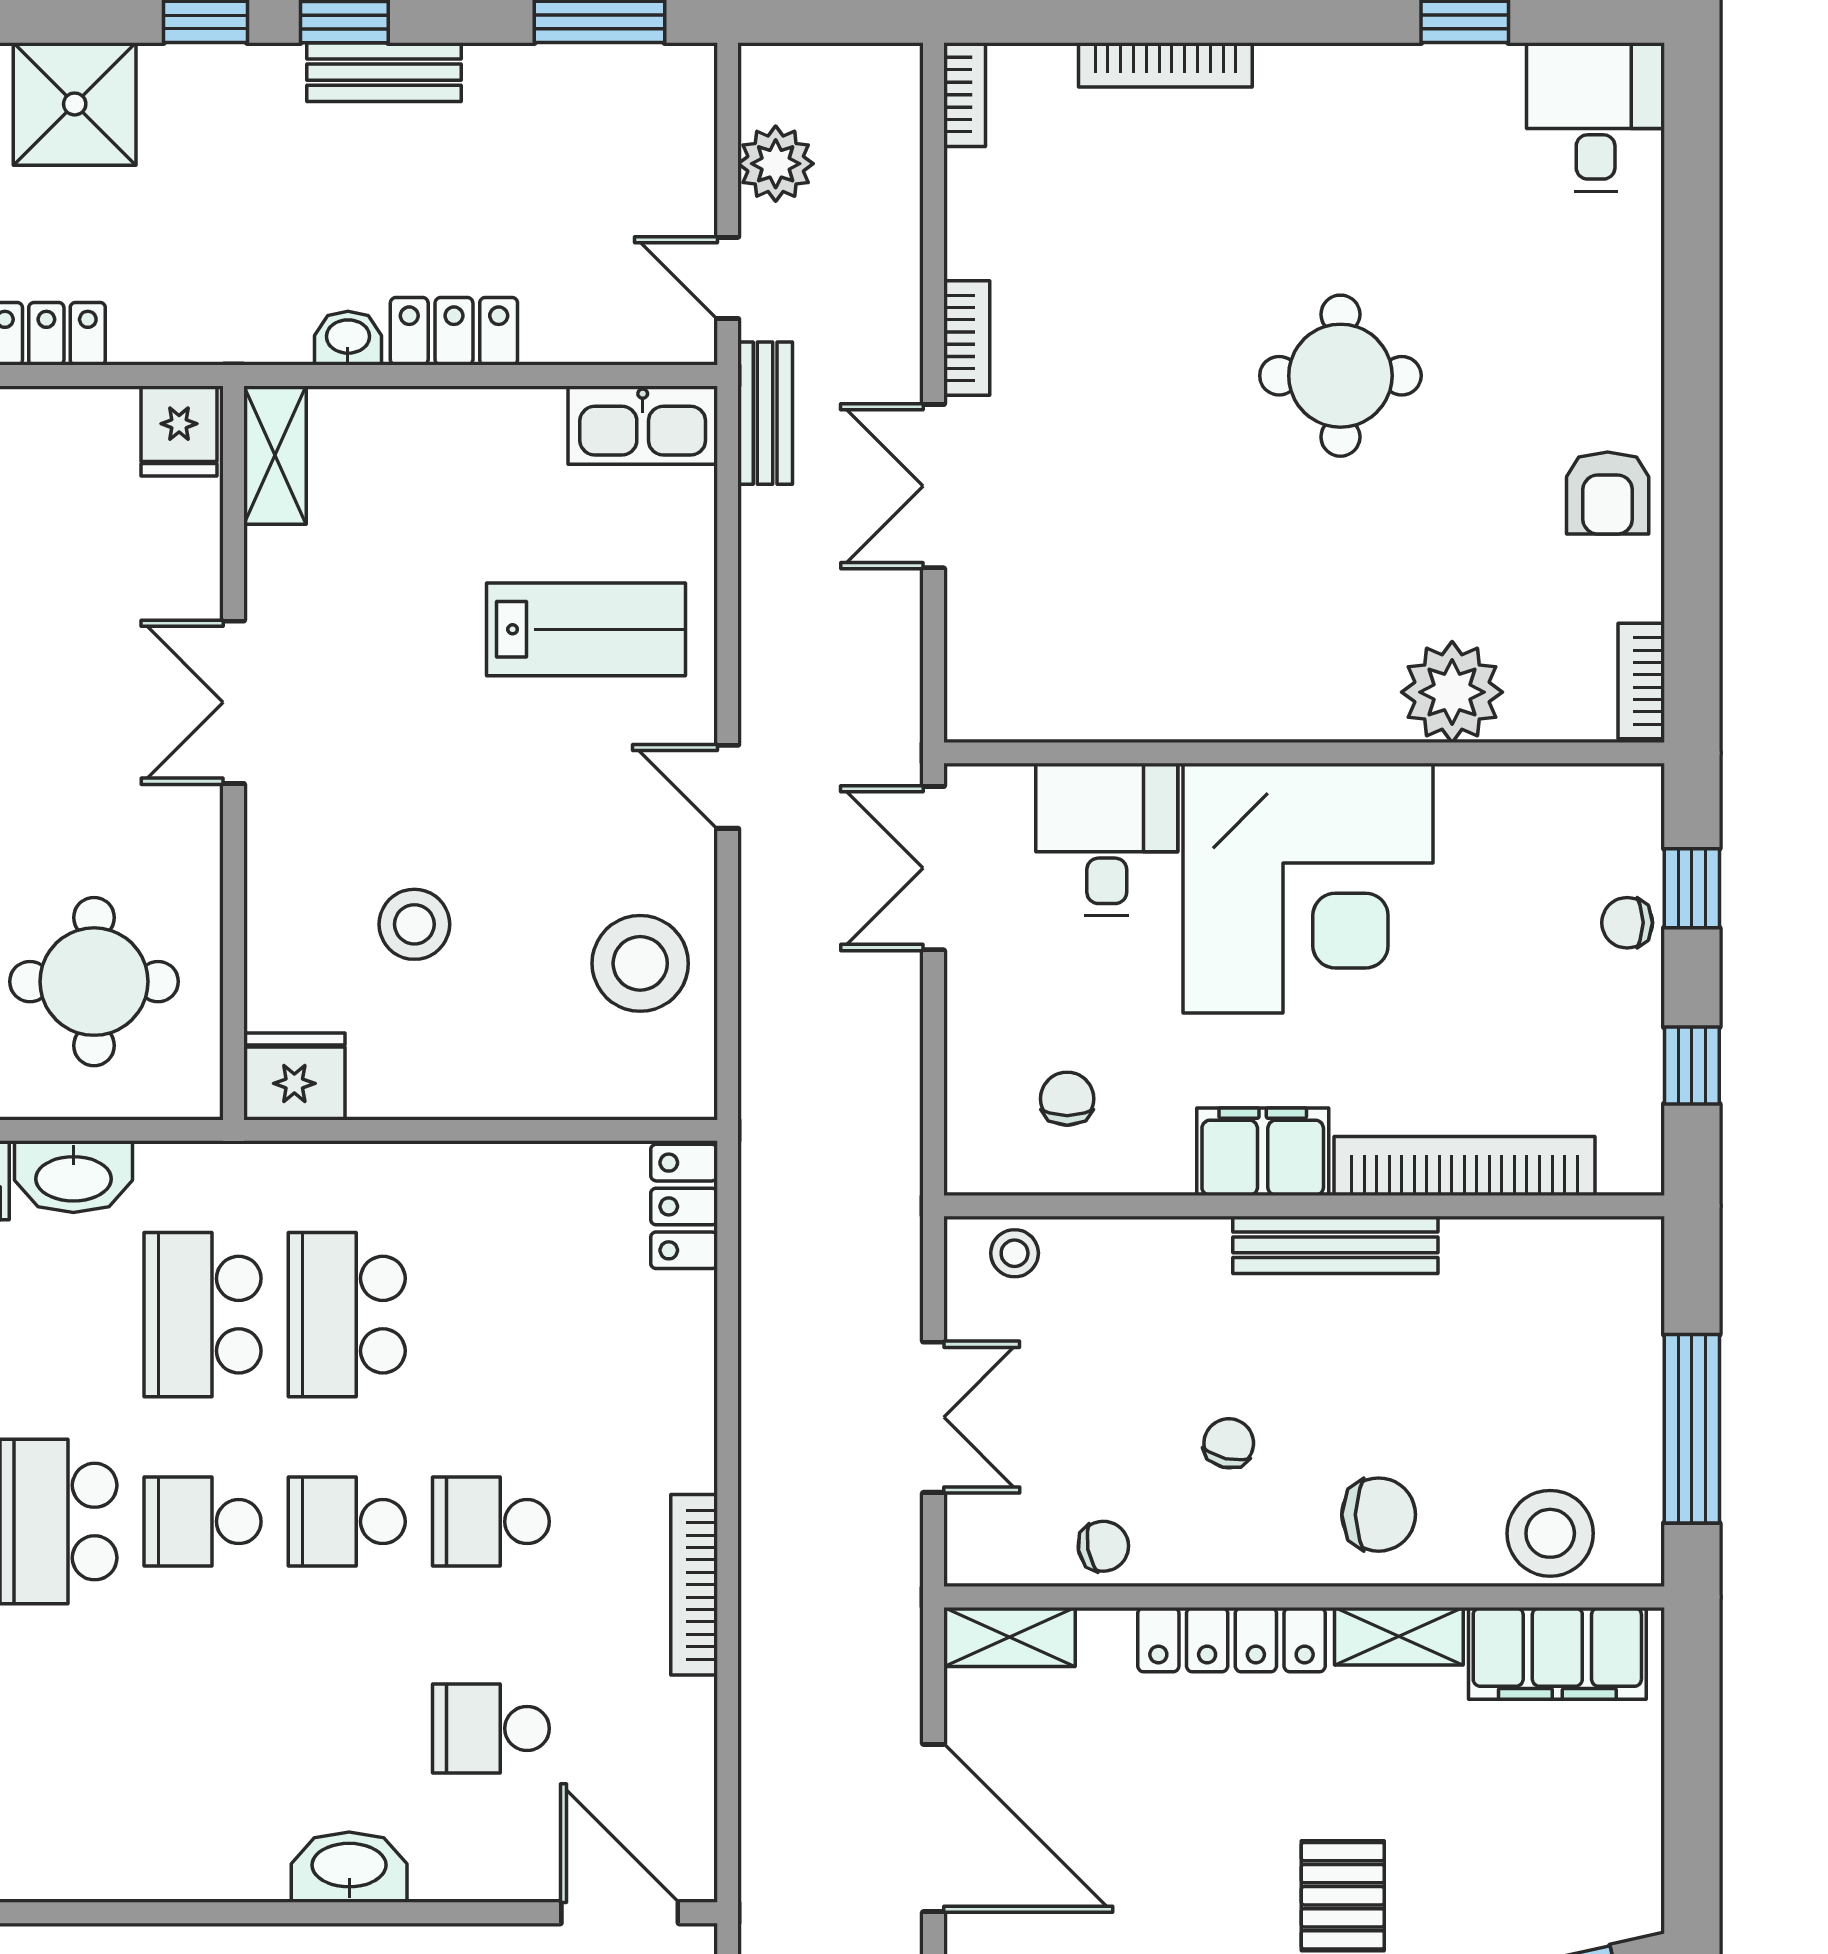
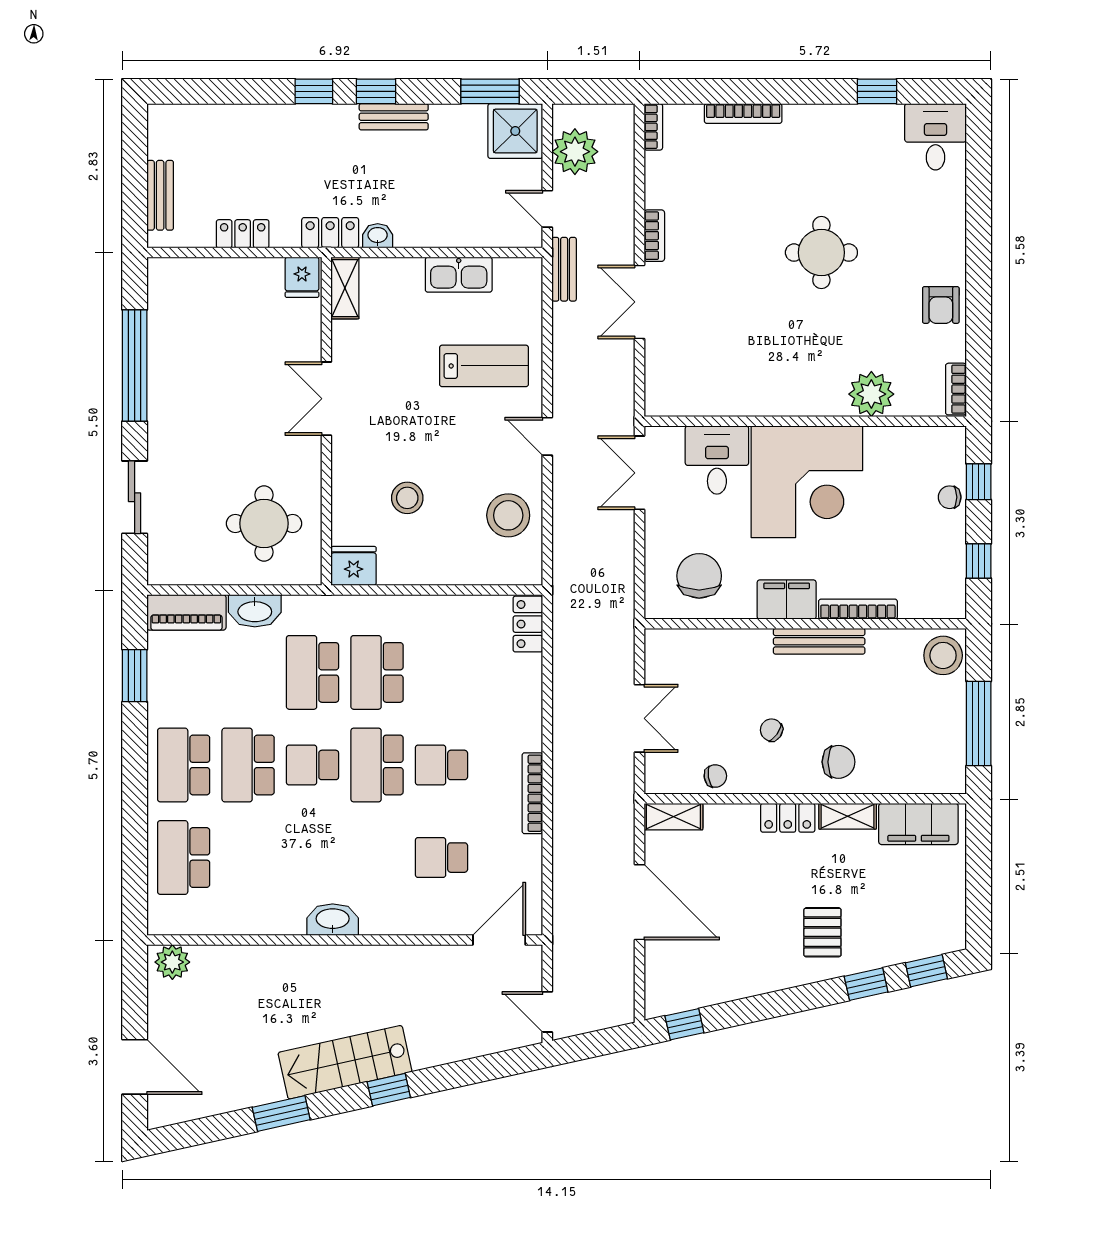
shower: (75, 104) -> (515, 131), moved
plant: (776, 164) -> (575, 152), width x1.36, depth x1.36
locker: (454, 331) -> (330, 233), moved
kitchen sink: (643, 425) -> (459, 275), moved
chair: (1067, 1099) -> (699, 576), width x1.87, depth x1.87
bookcase: (1464, 1166) -> (858, 609), width x0.68, depth x0.76
stool: (1015, 1253) -> (676, 645), removed
chair: (1229, 1443) -> (771, 730), turned -68
school desk: (347, 1522) -> (377, 765), width x1.85
stool: (1550, 1533) -> (943, 655), moved
locker: (1231, 1640) -> (788, 818), width x0.66
washbasin: (349, 1867) -> (333, 920), moved
door: (620, 1913) -> (499, 940), hinge flipped

